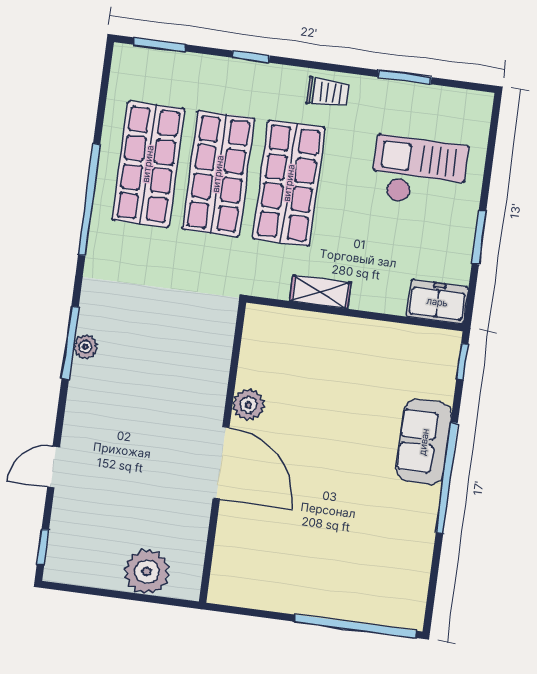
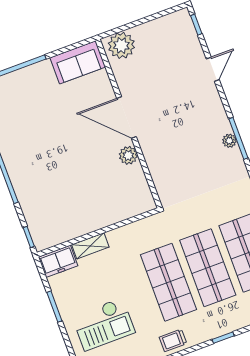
shelving: (320, 292) -> (90, 246), moved
sofa: (424, 442) -> (78, 62), moved, turned 90
plant: (147, 572) -> (121, 45), moved

